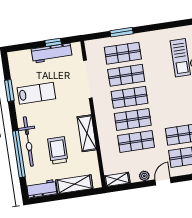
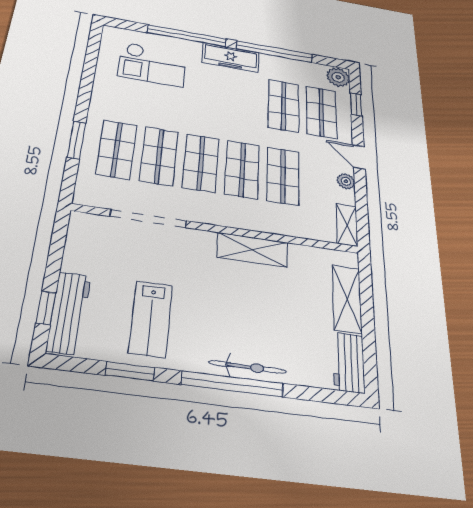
window: (53, 42) -> (46, 308), moved
workbench: (52, 53) -> (69, 313), moved
lab bench: (36, 93) -> (151, 319), turned 180
bicycle: (28, 141) -> (248, 367), width x0.73, depth x0.71
trolley: (58, 150) -> (276, 310), removed
window: (19, 154) -> (232, 384), moved

